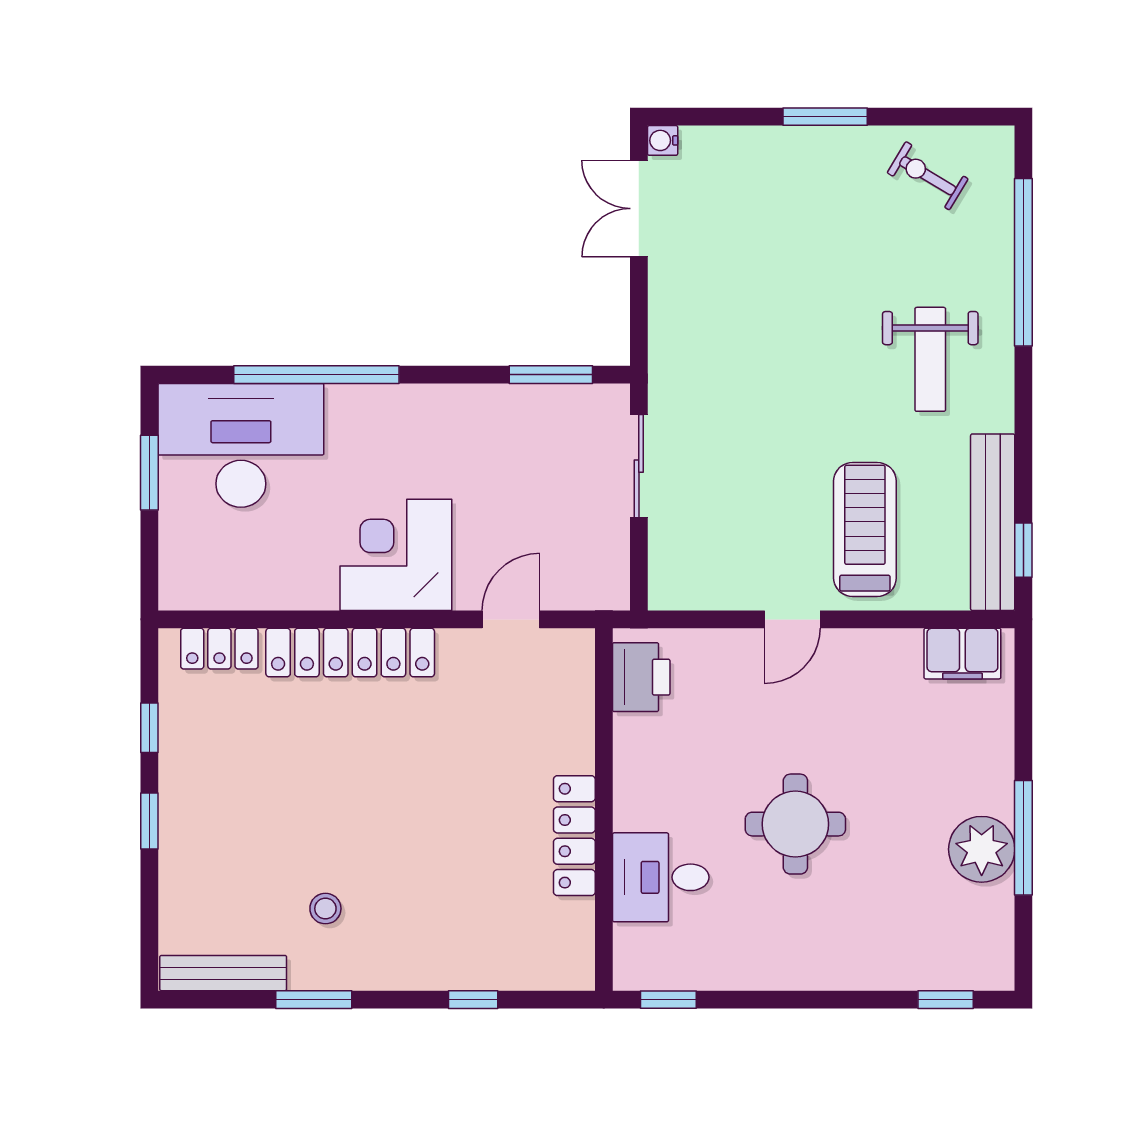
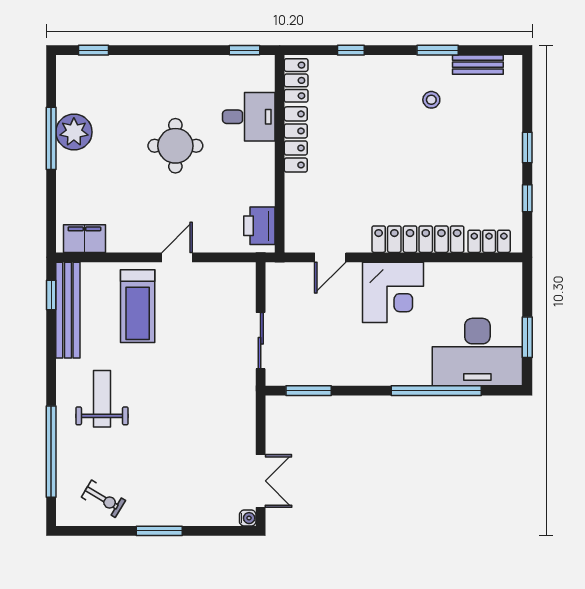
locker: (574, 944) -> (296, 80), added
bench: (223, 973) -> (478, 65), width x0.73

